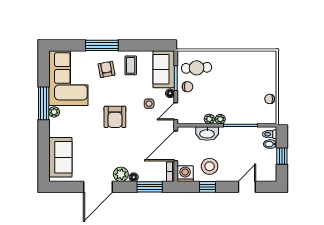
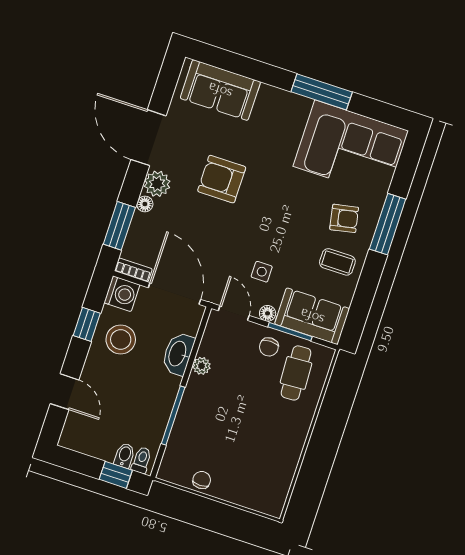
plant: (54, 112) -> (301, 105), removed
armchair: (115, 117) -> (222, 179), moved
plant: (220, 119) -> (195, 384), removed
window: (282, 156) -> (116, 475), moved

